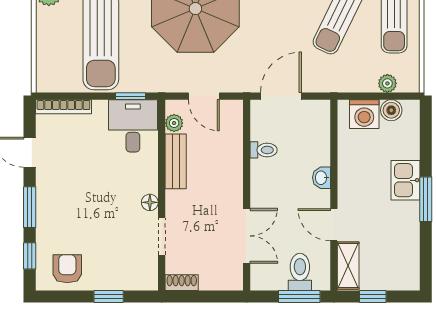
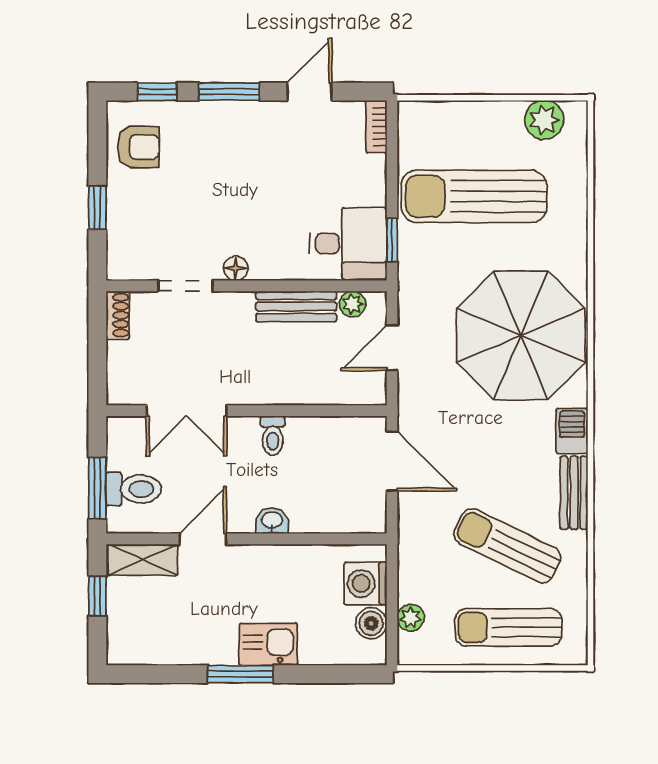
bookcase: (63, 107) -> (376, 127), width x0.64
toilet: (264, 150) -> (273, 436), moved

